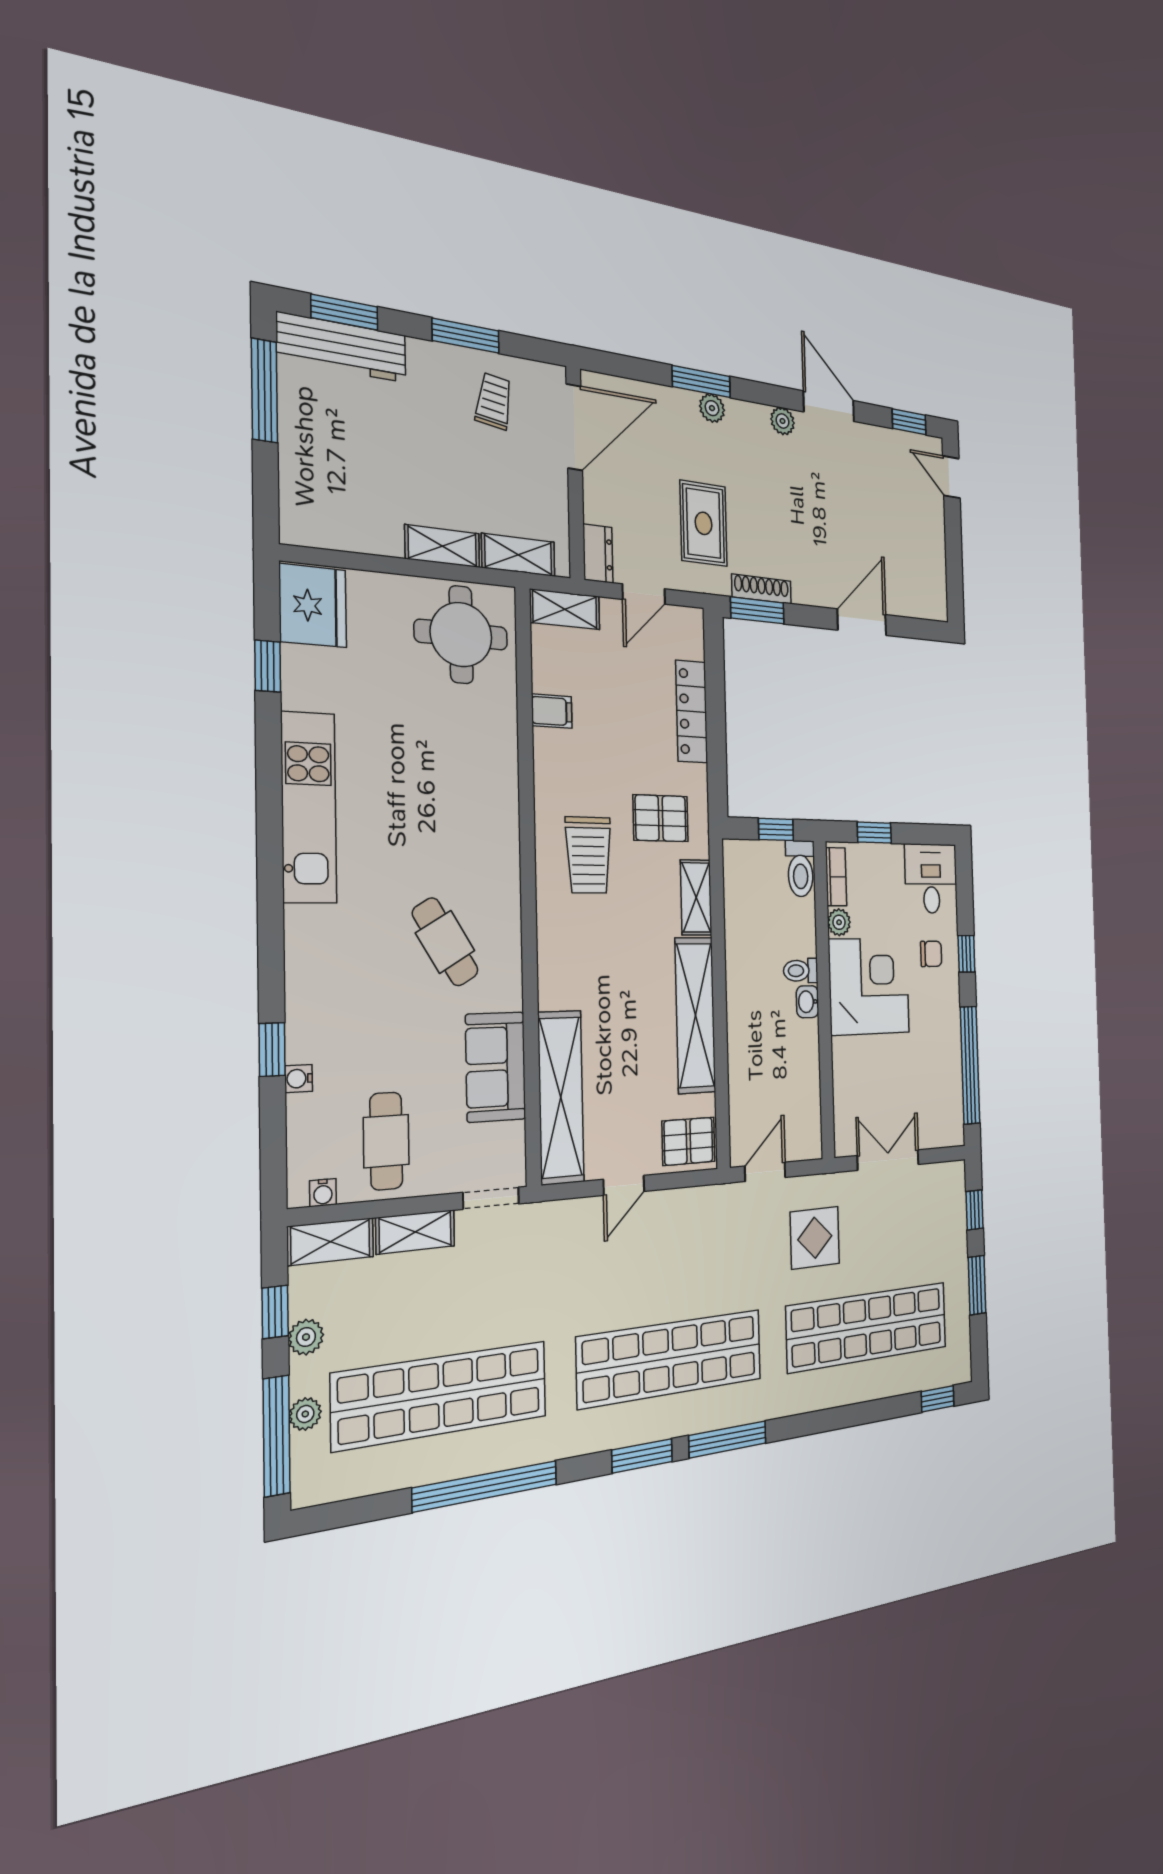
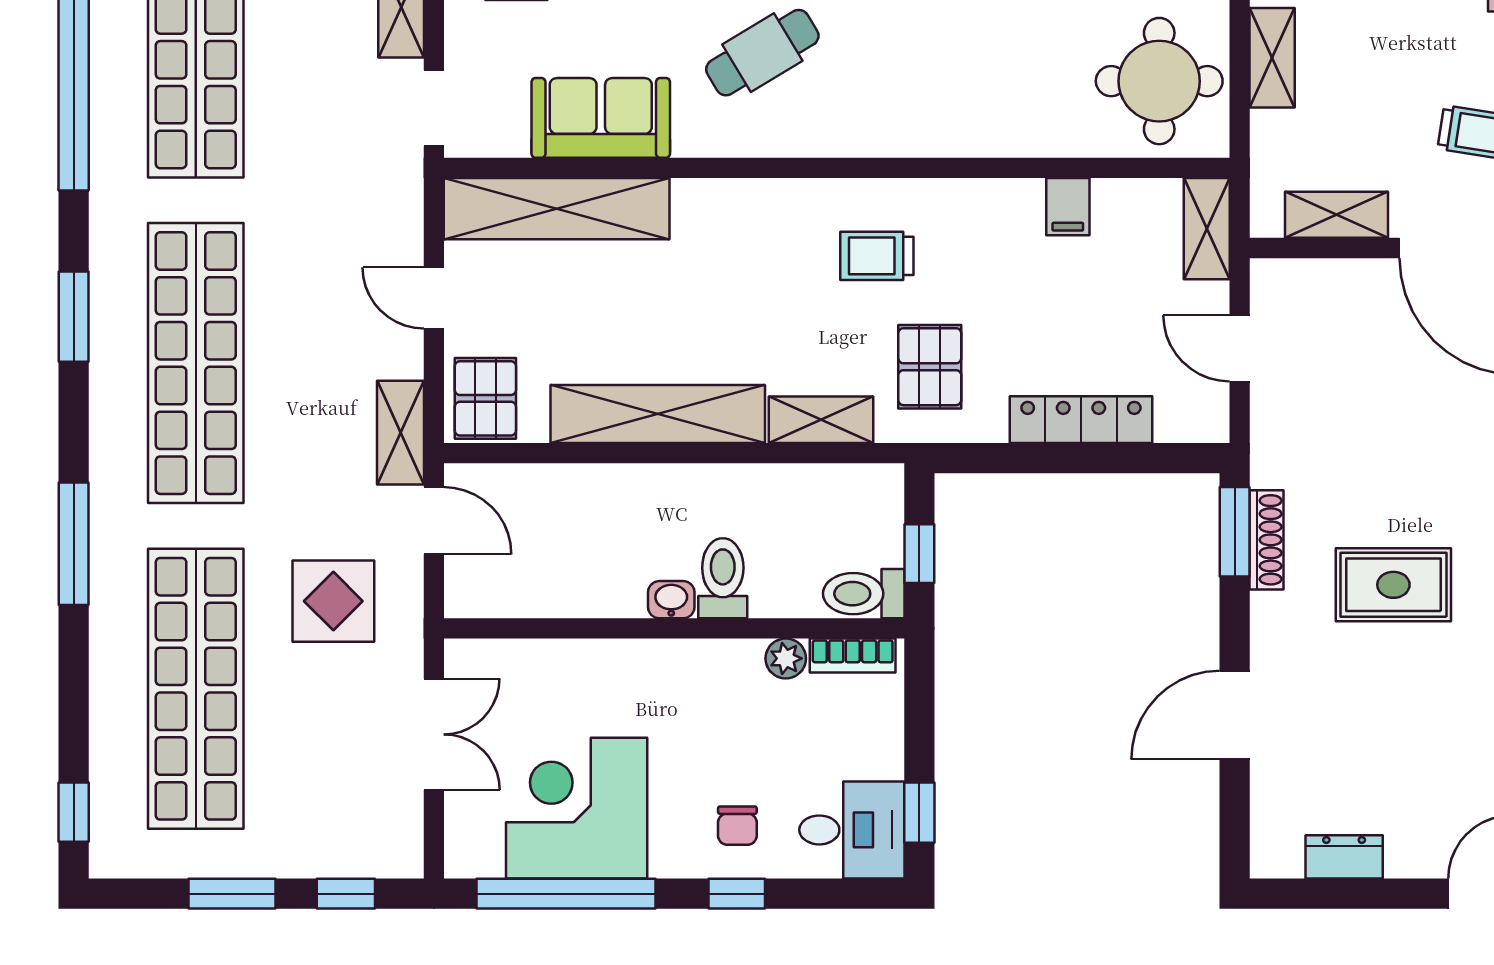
rug: (704, 523) -> (1393, 585), moved
dresser: (598, 554) -> (1344, 857), moved, turned 180
shelving: (518, 555) -> (1337, 215), moved, turned 90
door: (862, 622) -> (1235, 715), swing flipped
window: (874, 833) -> (919, 813), moved
trolley: (588, 855) -> (877, 256), width x0.73, depth x0.72
toilet: (801, 971) -> (723, 578), width x1.37, depth x1.39
corner desk: (869, 986) -> (577, 808), moved, turned 180
shelving: (712, 1201) -> (401, 433), added
window: (728, 1439) -> (74, 544), moved

